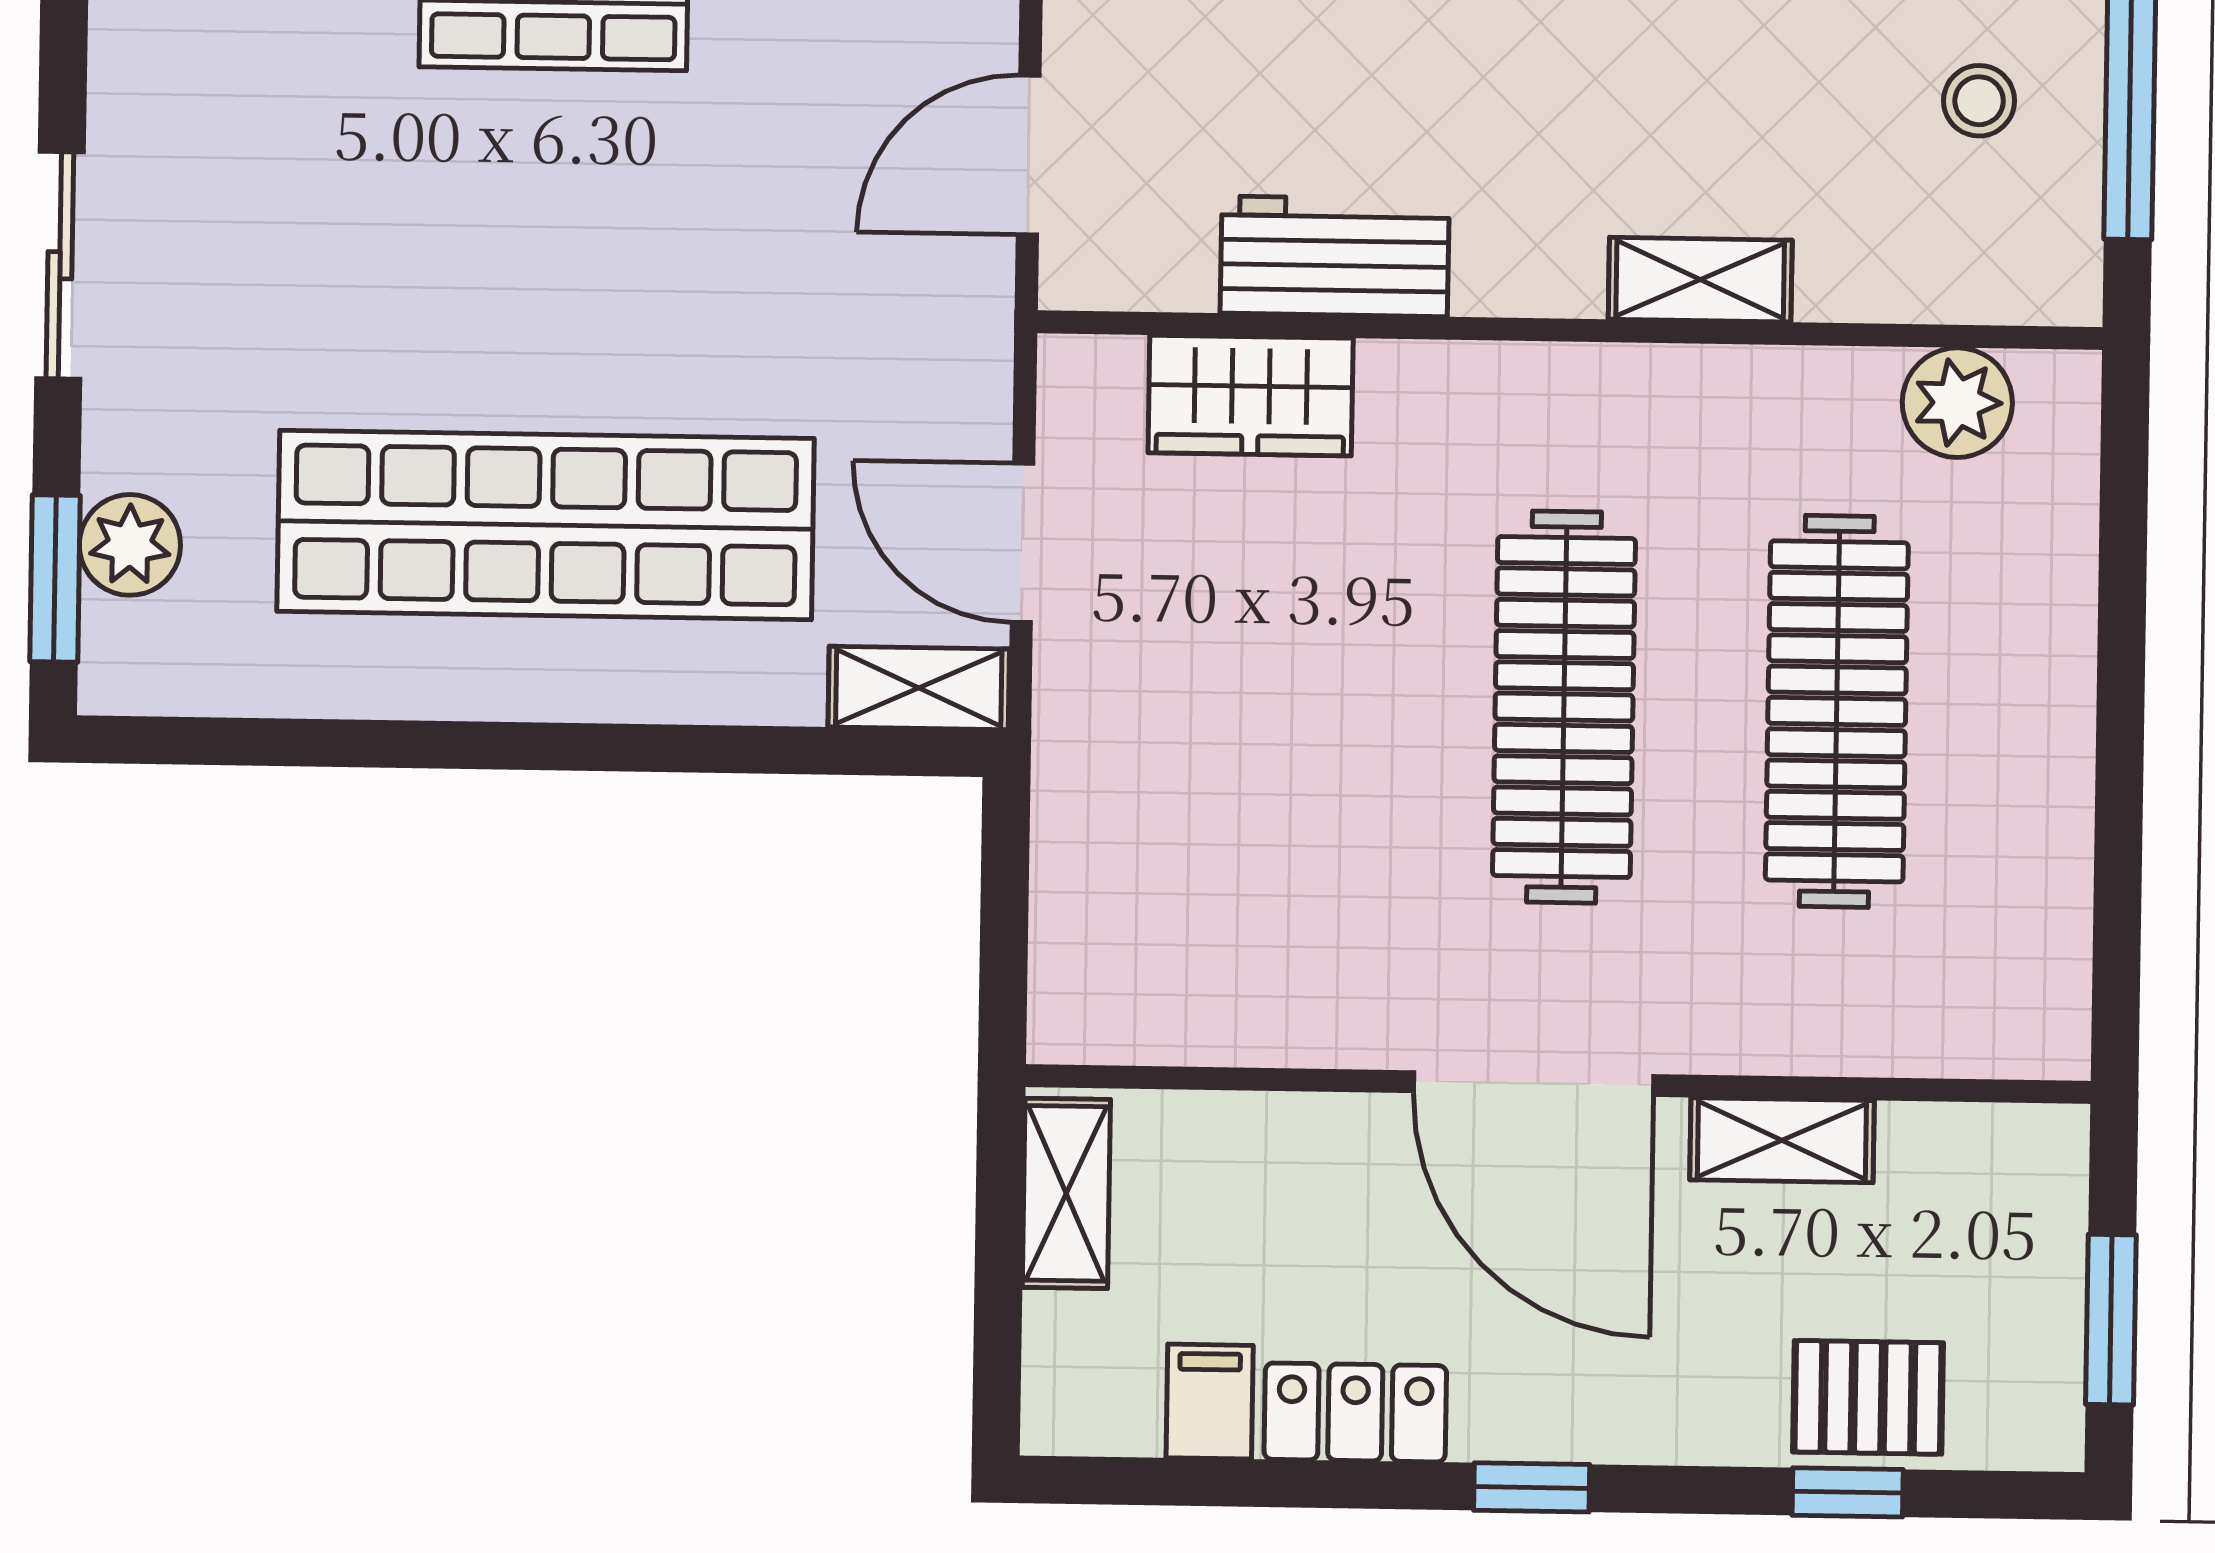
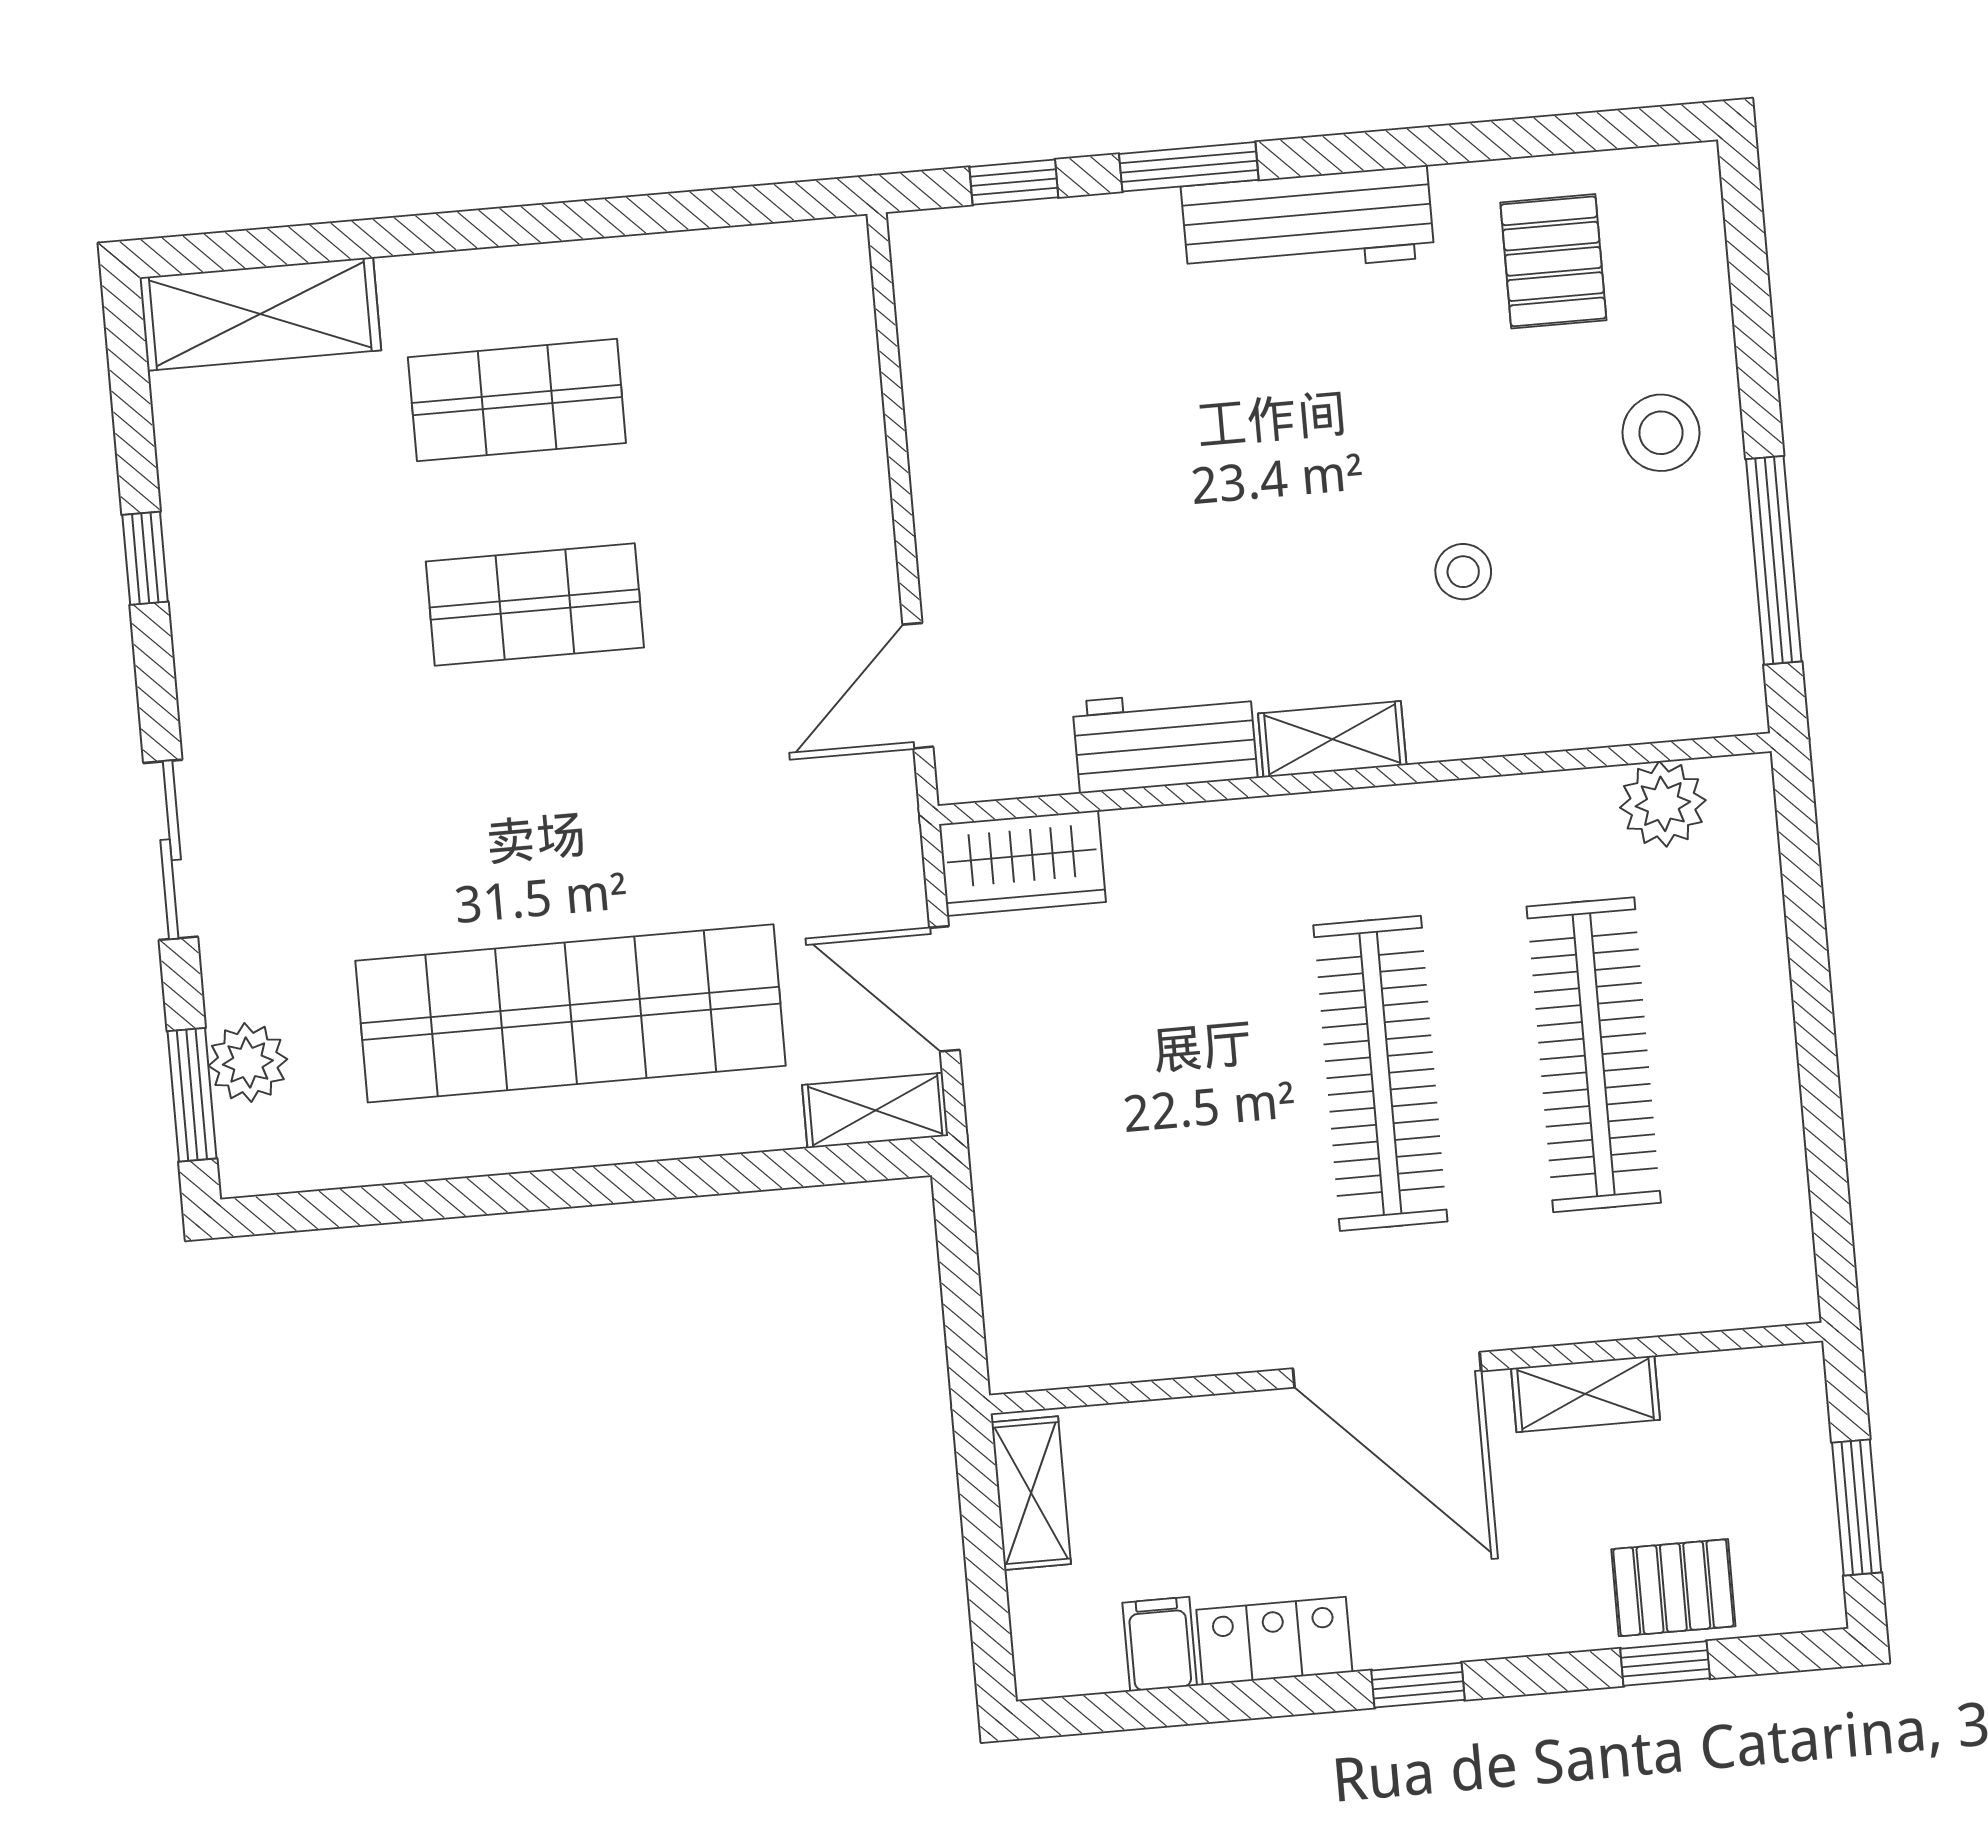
stool: (1979, 101) -> (1463, 572), moved
shelving: (1700, 280) -> (1332, 739), moved
wardrobe: (1251, 396) -> (1022, 863), moved

